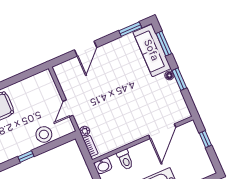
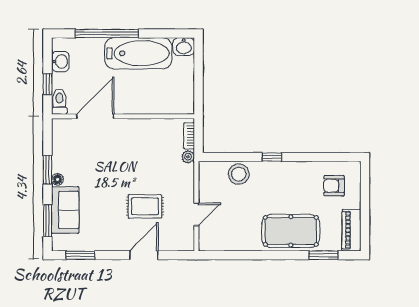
sofa: (152, 50) -> (65, 210), width x0.73
rug: (100, 83) -> (145, 206), added
door: (68, 108) -> (196, 214), moved
toilet: (125, 160) -> (59, 102), moved
washbasin: (103, 166) -> (60, 61), moved, turned 90

